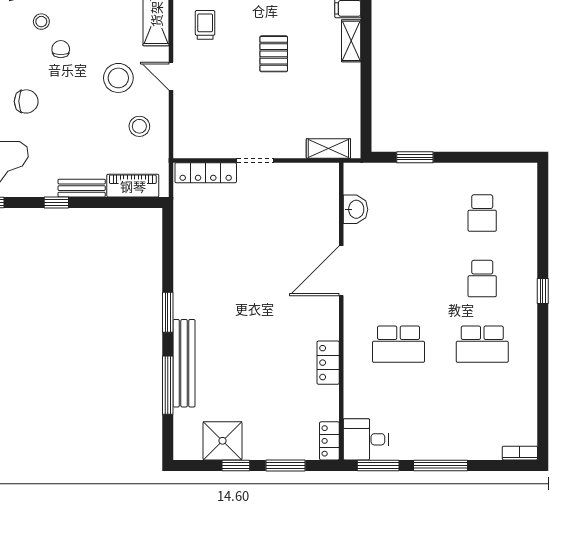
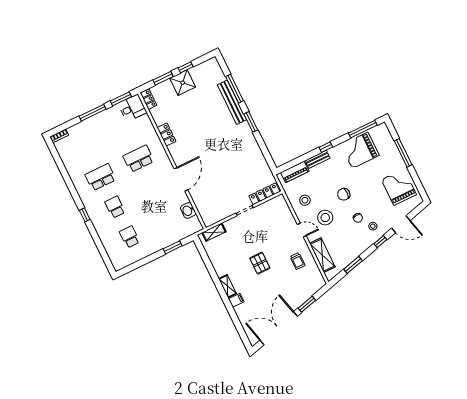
chair: (26, 101) -> (344, 194), moved
shower: (222, 441) -> (183, 83), moved

